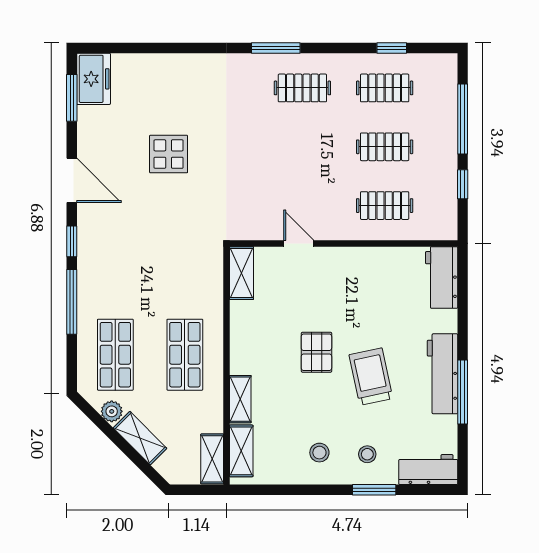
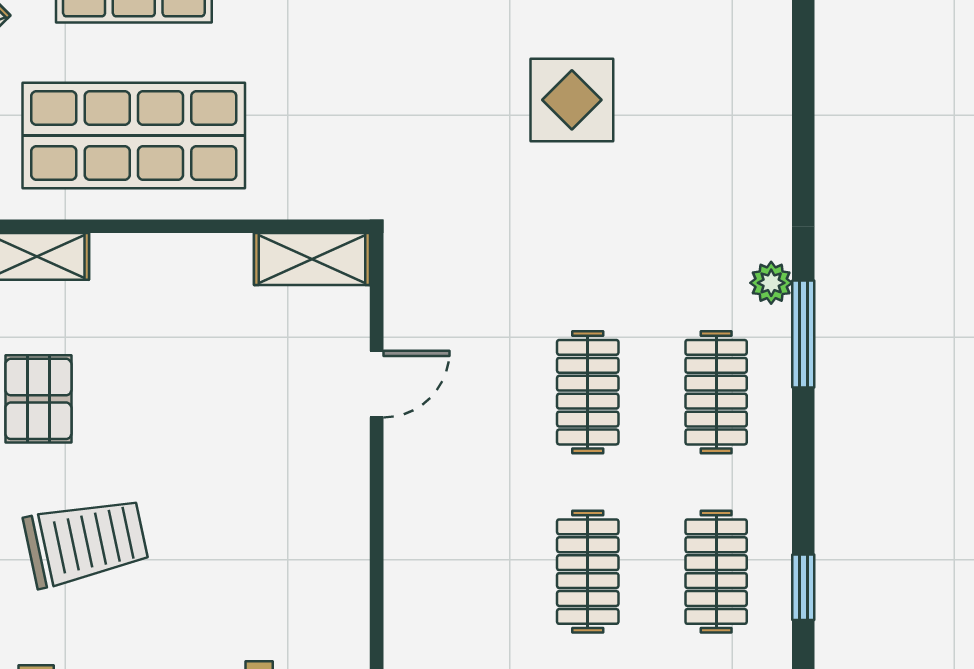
plant: (252, 63) -> (771, 283), added
clothes rail: (385, 206) -> (588, 392), moved
pallet: (316, 352) -> (38, 399), moved, turned 90
shop shelf: (185, 355) -> (134, 135), width x1.43, depth x1.36

